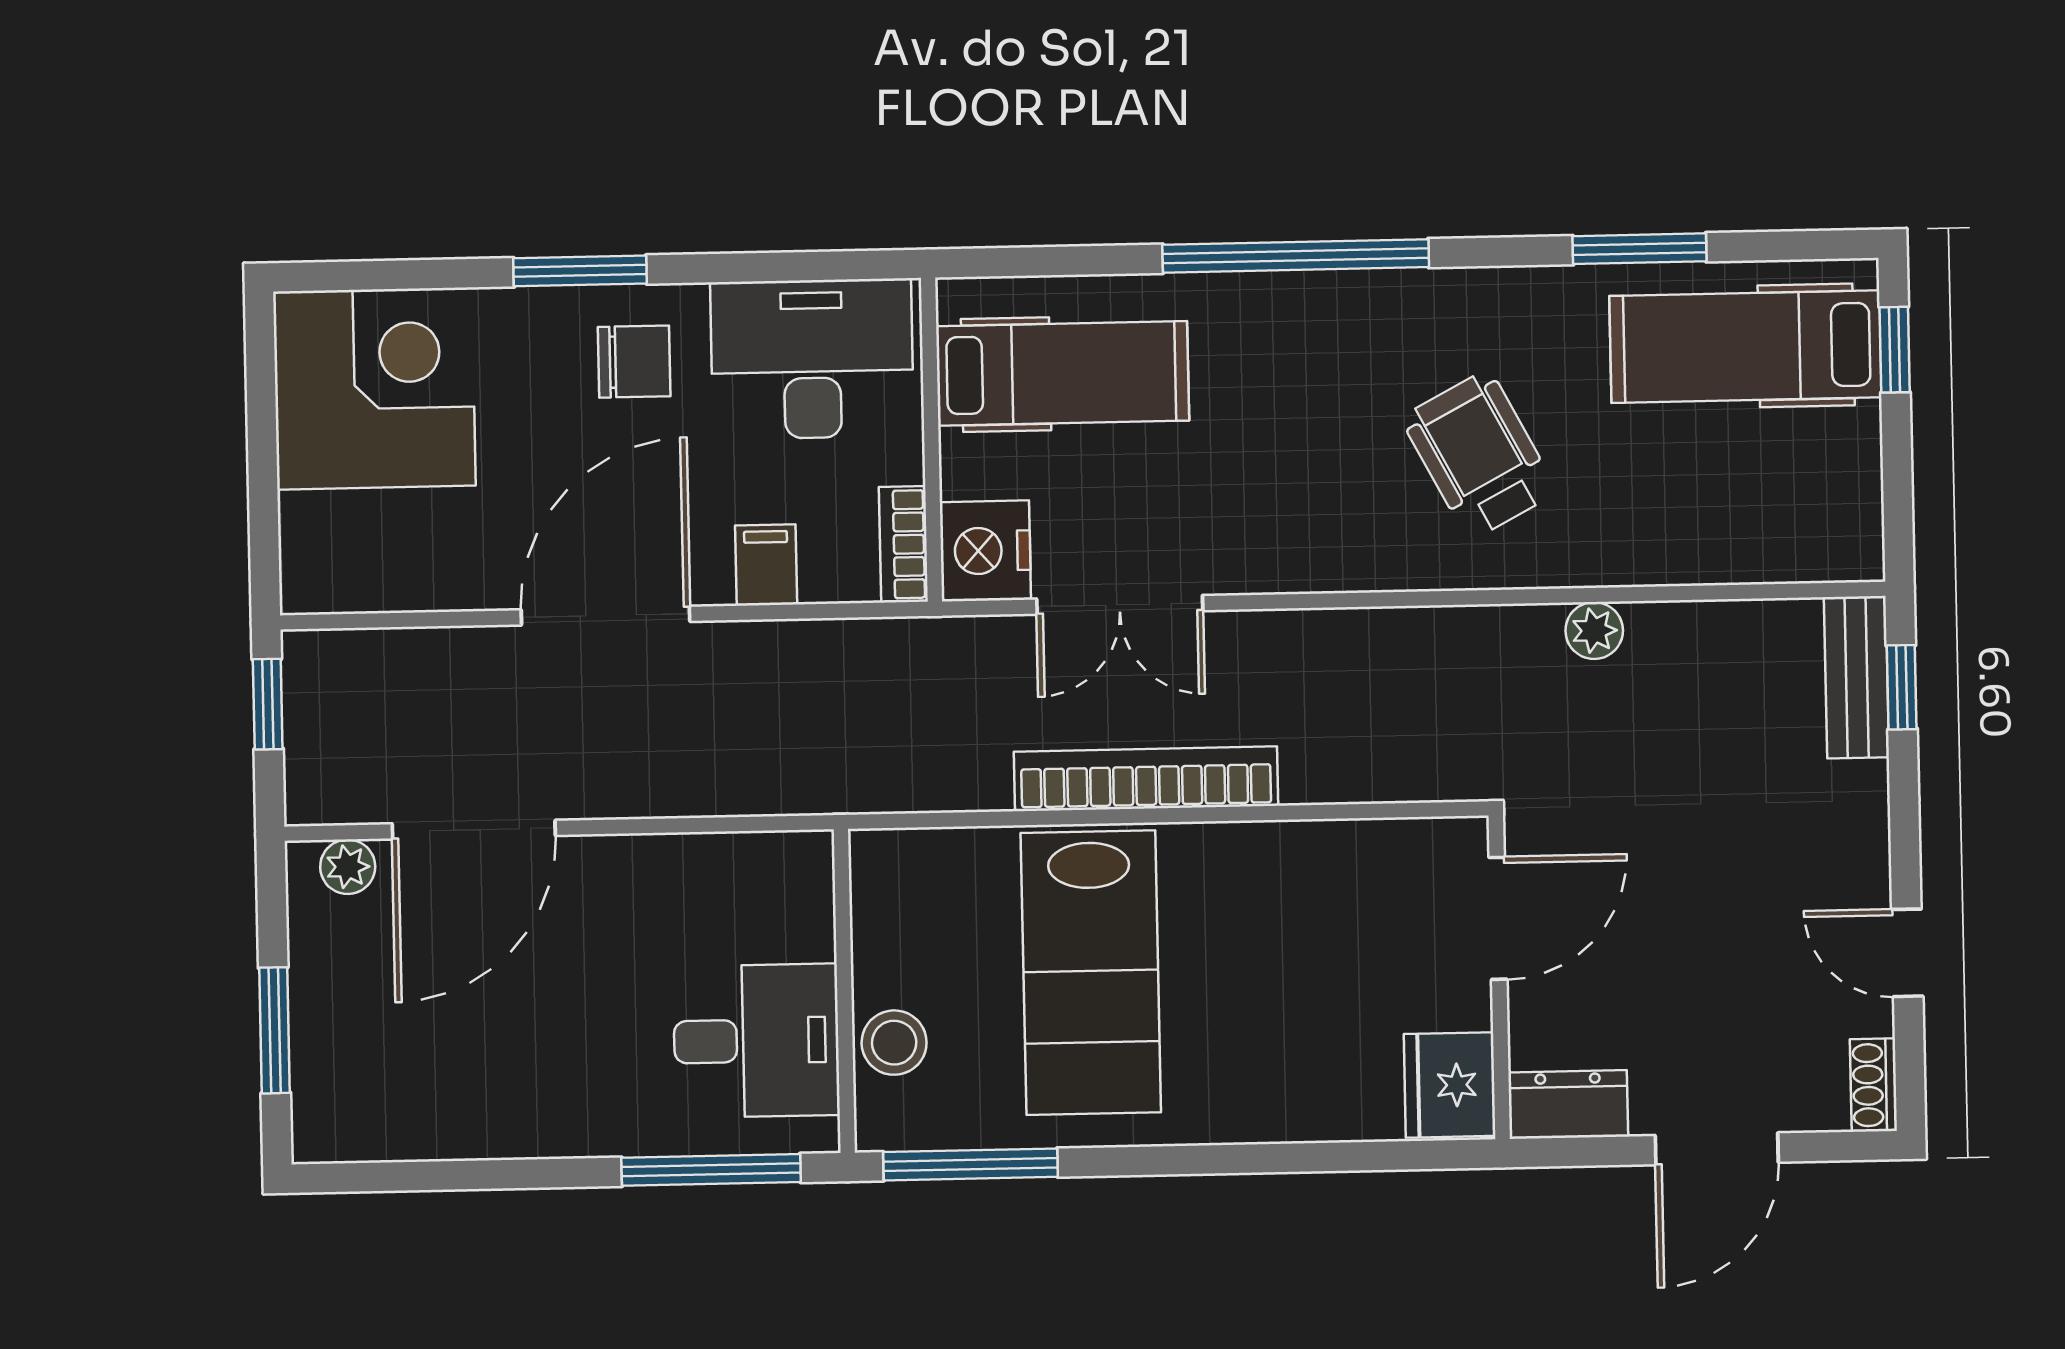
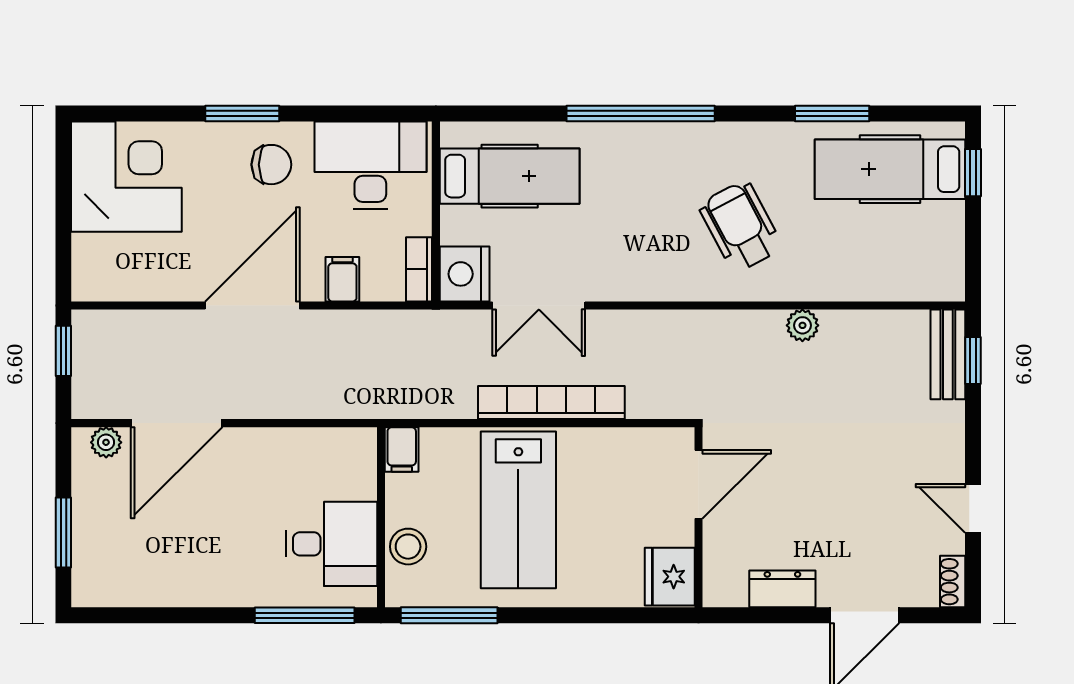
filing cabinet: (879, 868) -> (402, 449), added
door: (1498, 918) -> (699, 484), moved
wall: (1499, 977) -> (699, 517), moved
fridge: (1450, 1085) -> (670, 577), moved

